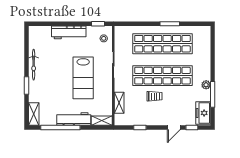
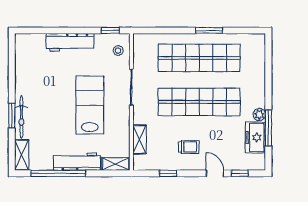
bicycle: (34, 65) -> (21, 117), moved
lab bench: (83, 78) -> (90, 105), turned 180
trolley: (154, 96) -> (189, 147), moved
freezer: (203, 113) -> (255, 137), moved
door: (174, 127) -> (215, 173), swing flipped

